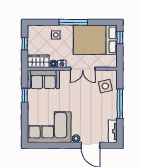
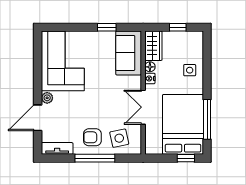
window: (73, 22) -> (207, 119), moved
armchair: (105, 106) -> (92, 137), added

